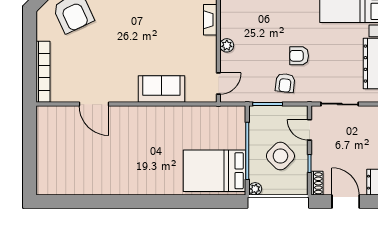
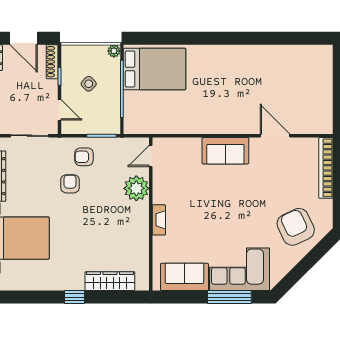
plant: (227, 45) -> (136, 188), width x1.88, depth x1.88
armchair: (299, 56) -> (70, 184), turned -90
armchair: (285, 83) -> (84, 157), turned -96
sofa: (161, 89) -> (225, 151), moved
side table: (280, 156) -> (89, 84), width x0.54, depth x0.54
shoe rack: (317, 183) -> (52, 62), width x1.43

